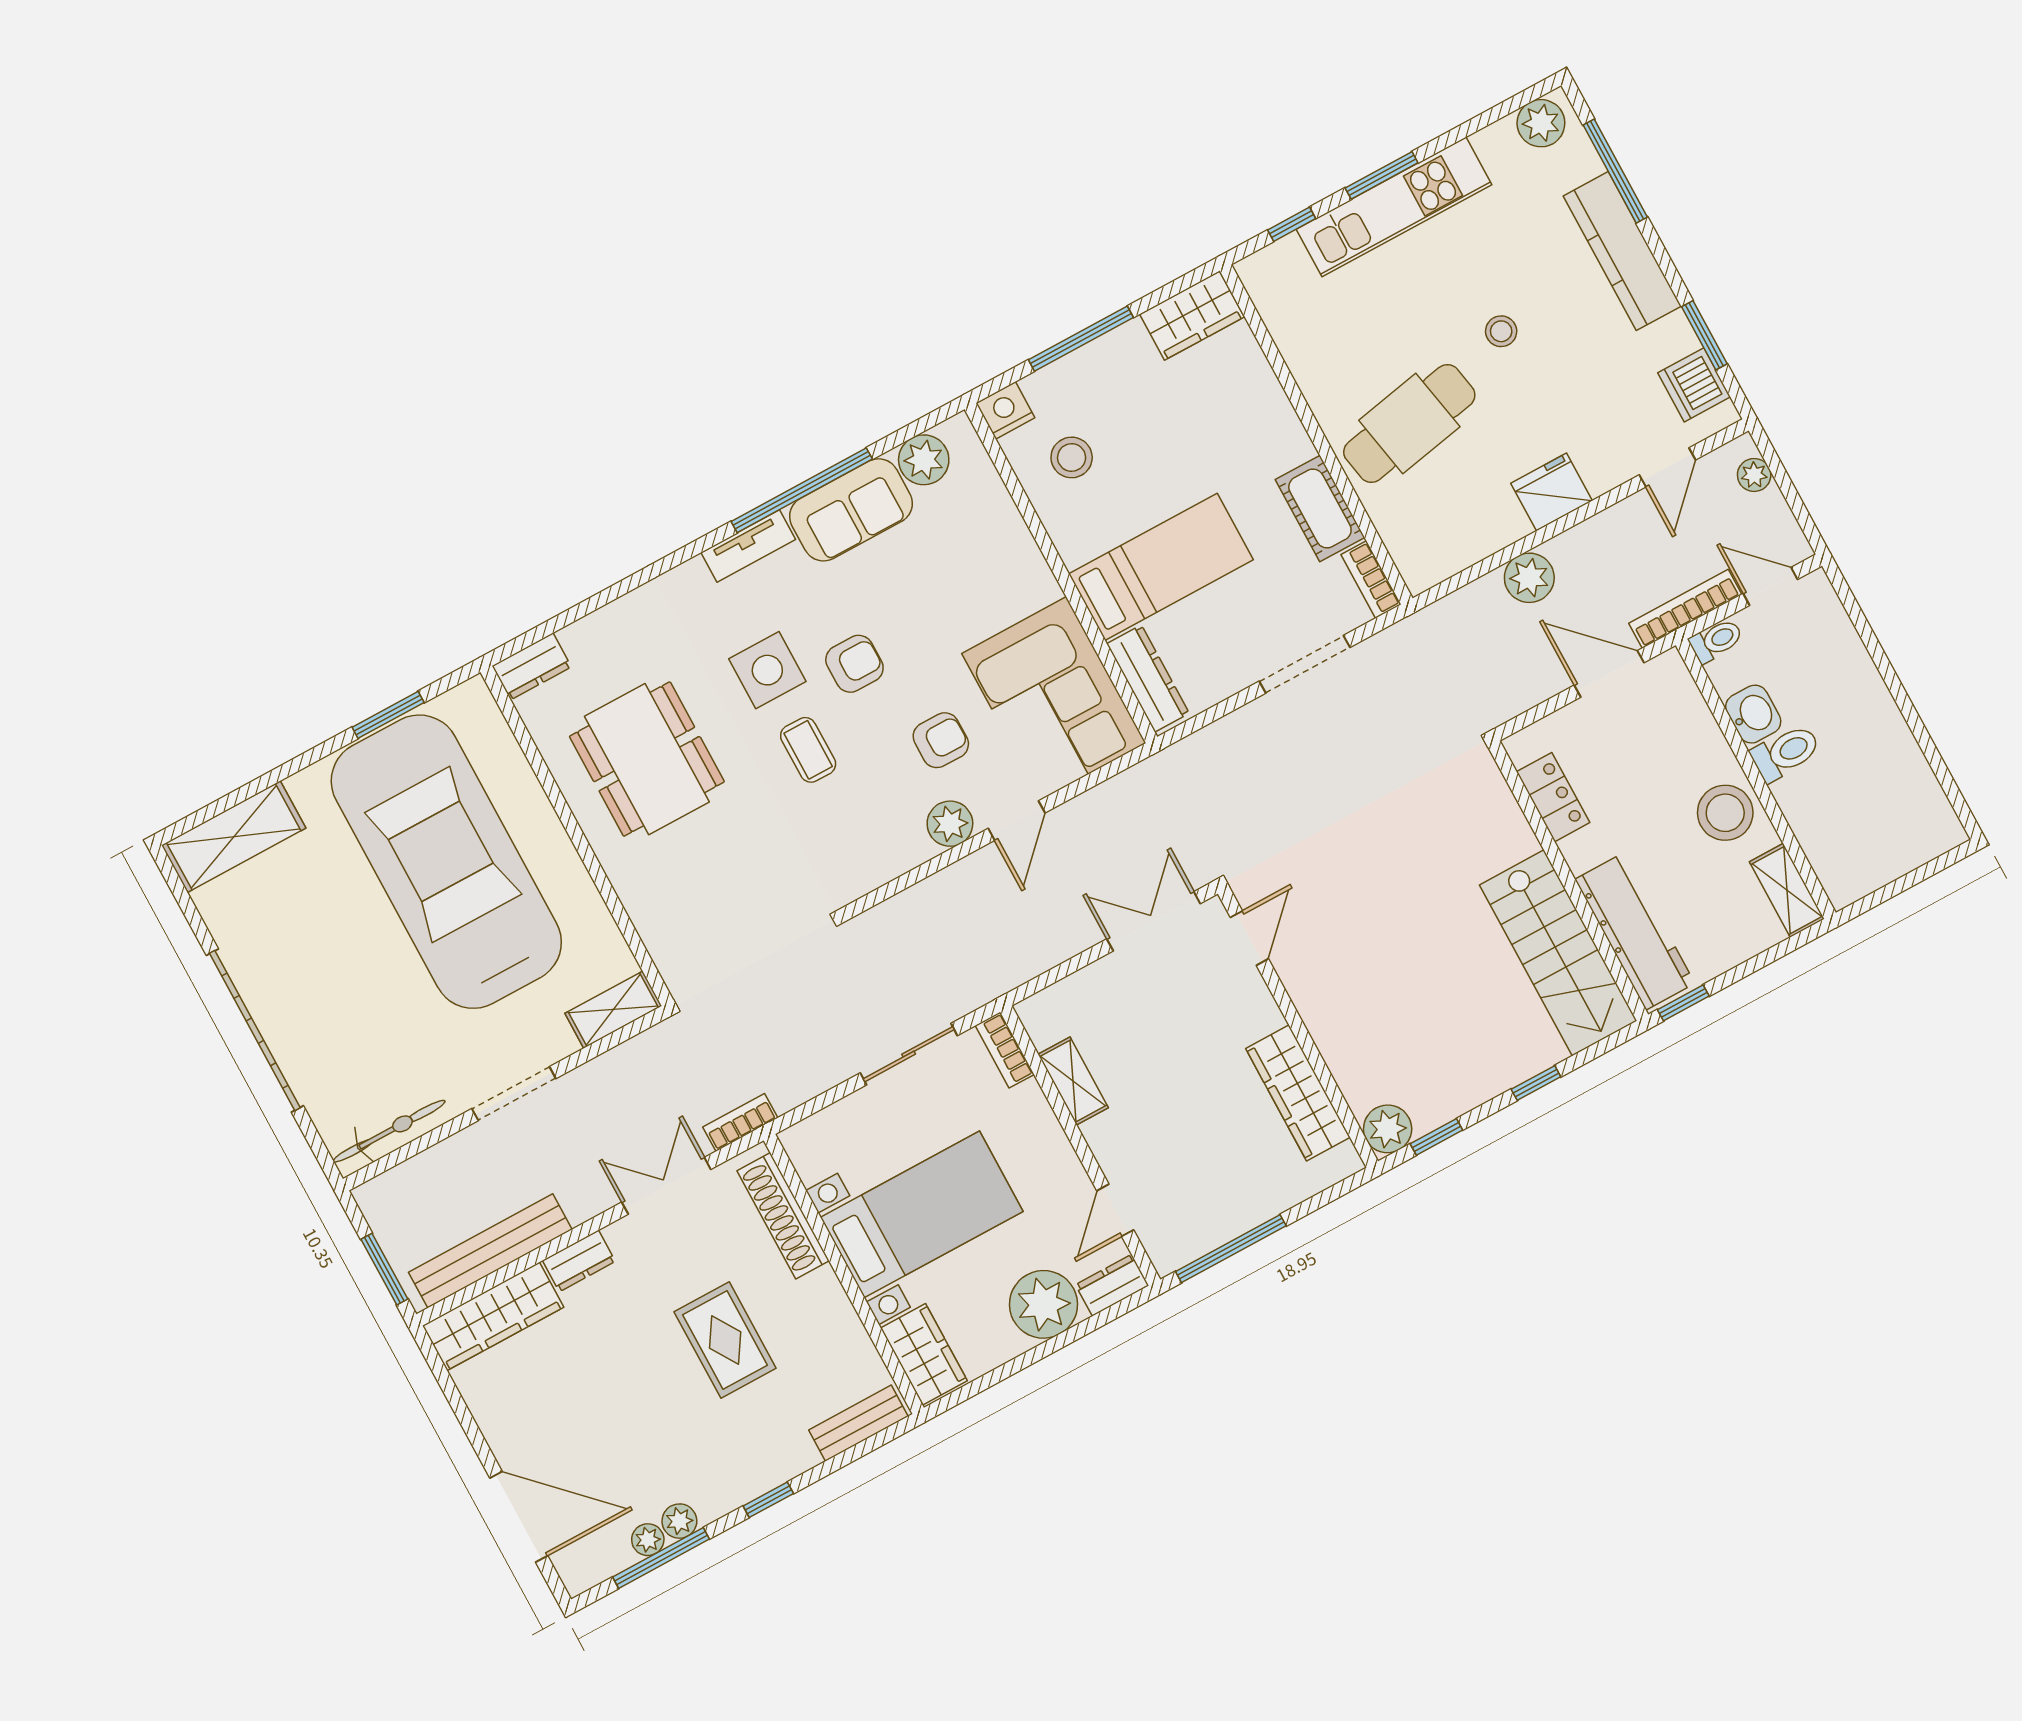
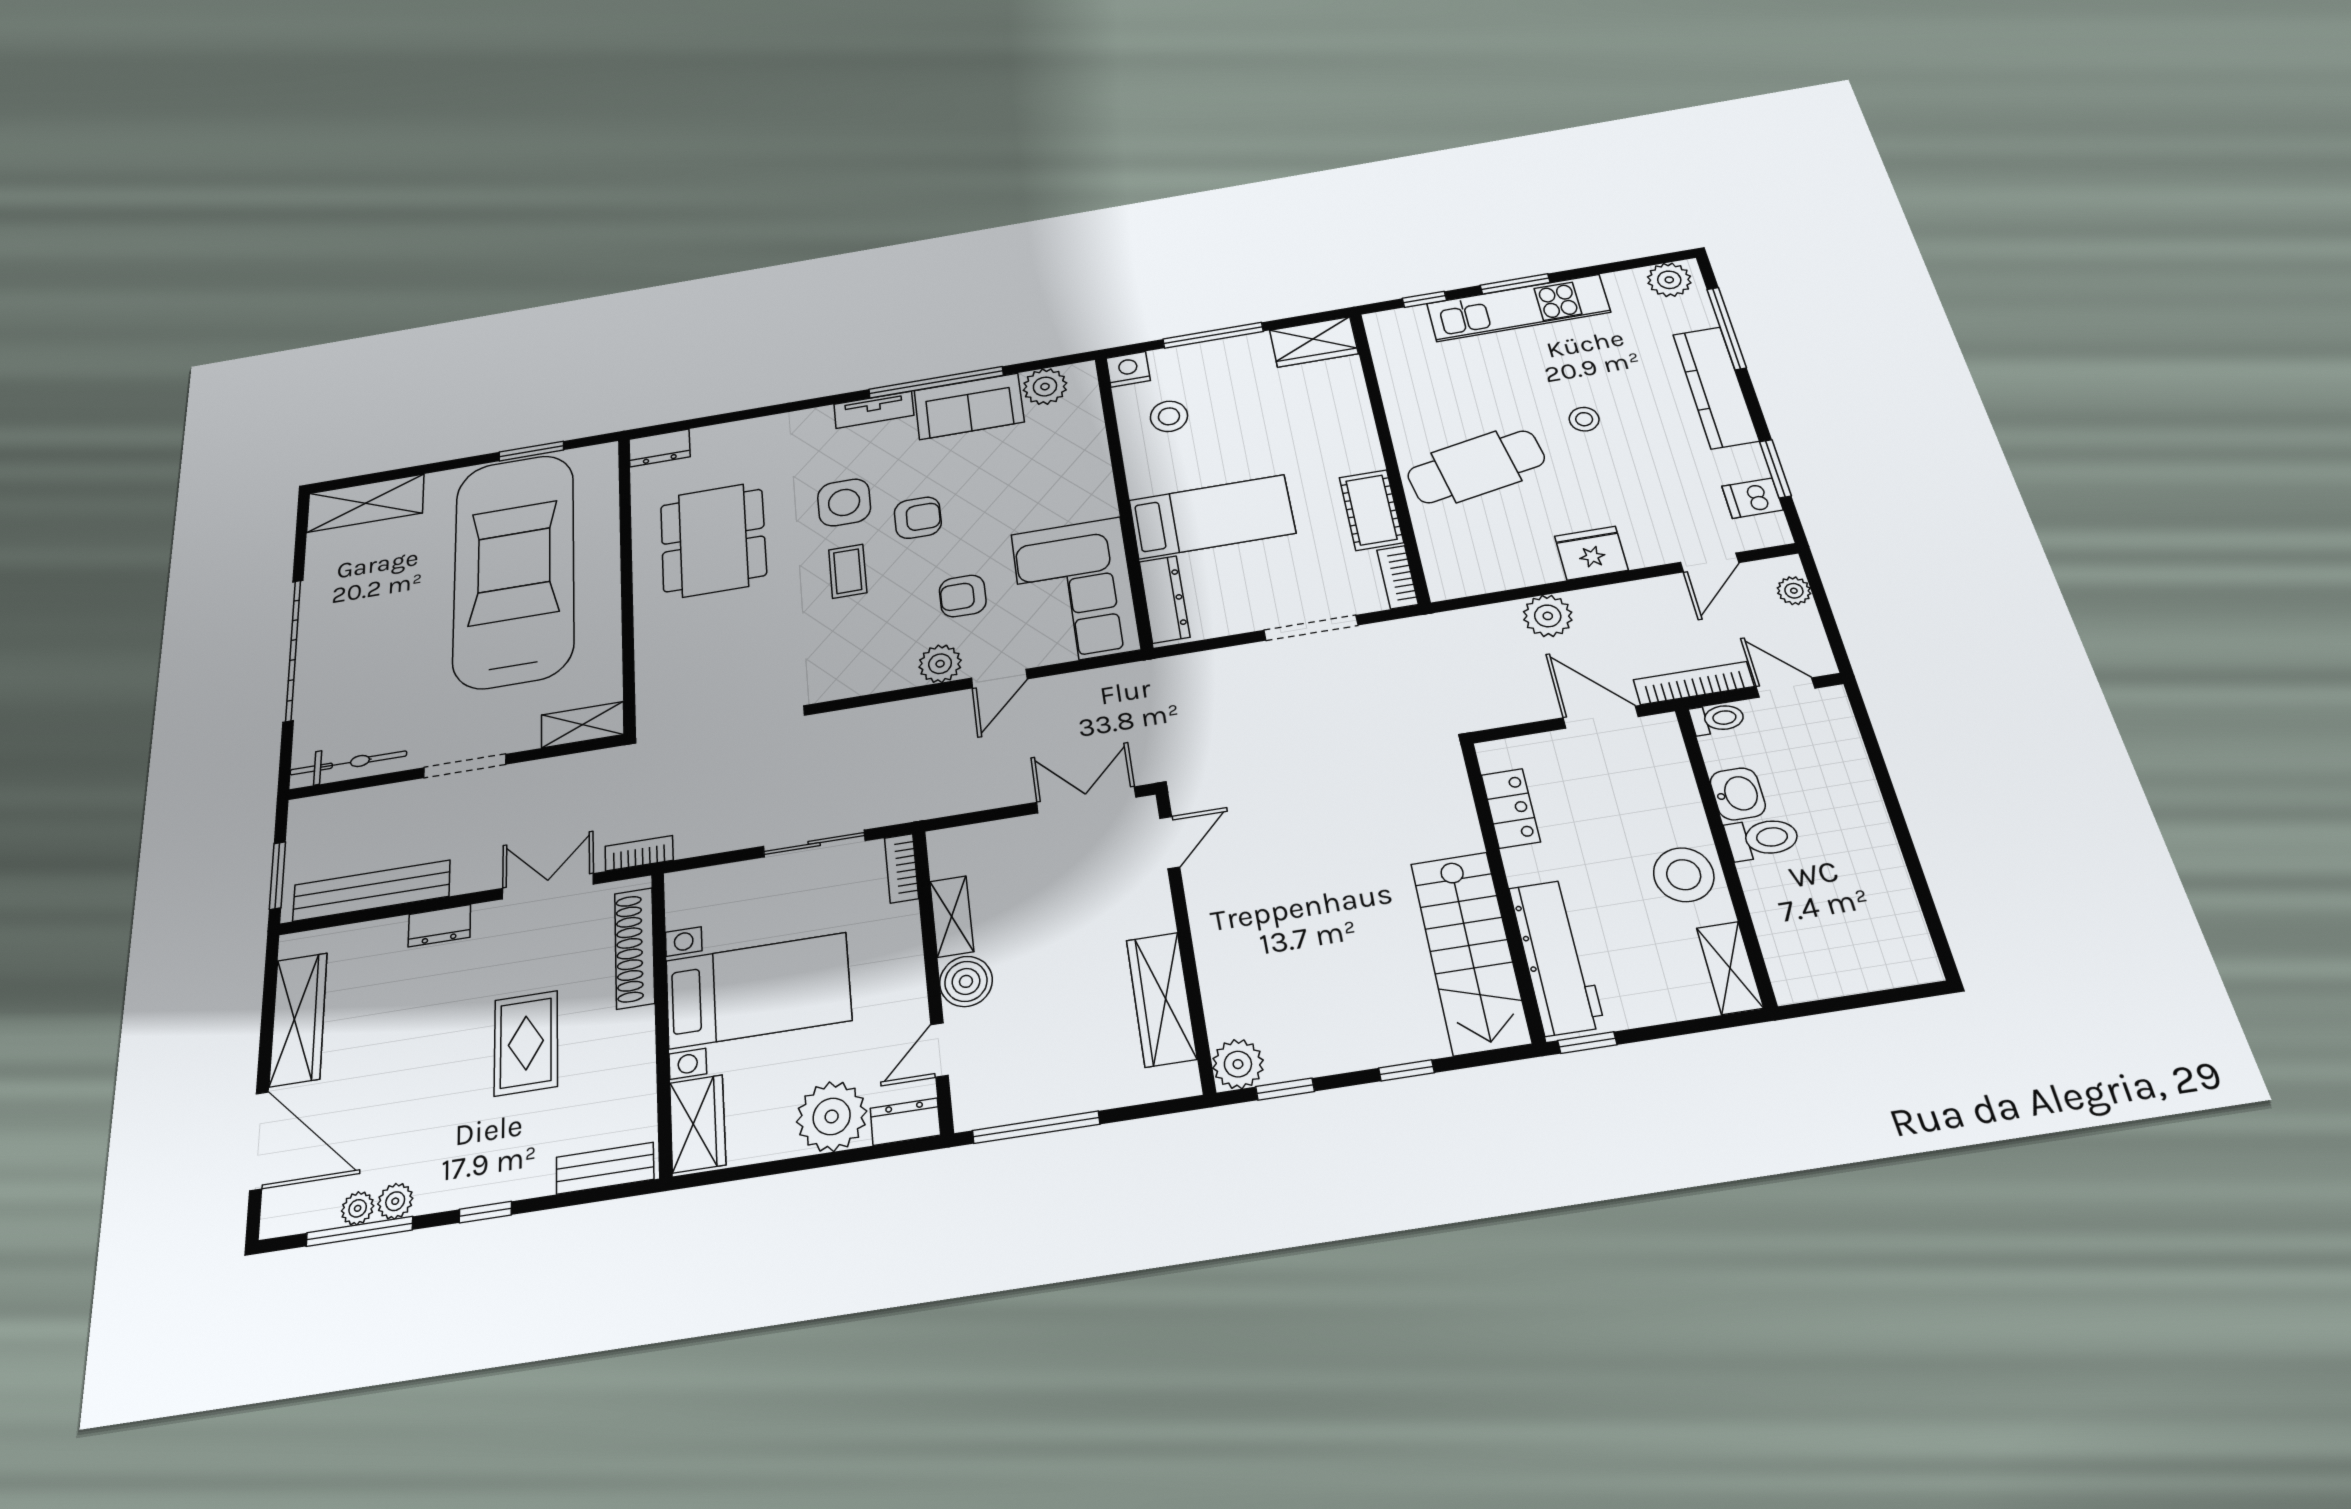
dishwasher: (1694, 385) -> (1752, 498), width x0.73
armchair: (941, 740) -> (963, 596), turned 180
boiler: (1113, 1138) -> (966, 981), added
wardrobe: (493, 1316) -> (298, 1019), moved, turned -90

